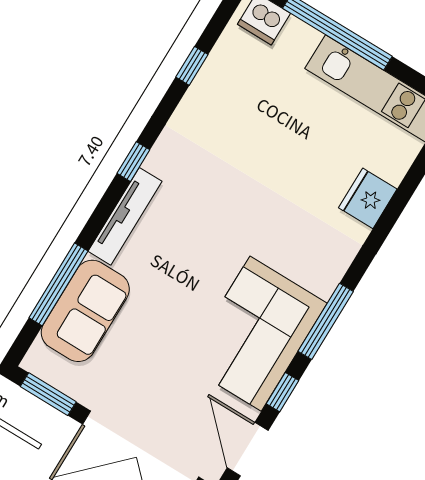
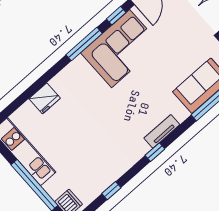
tv unit: (125, 216) -> (162, 131), width x0.71

